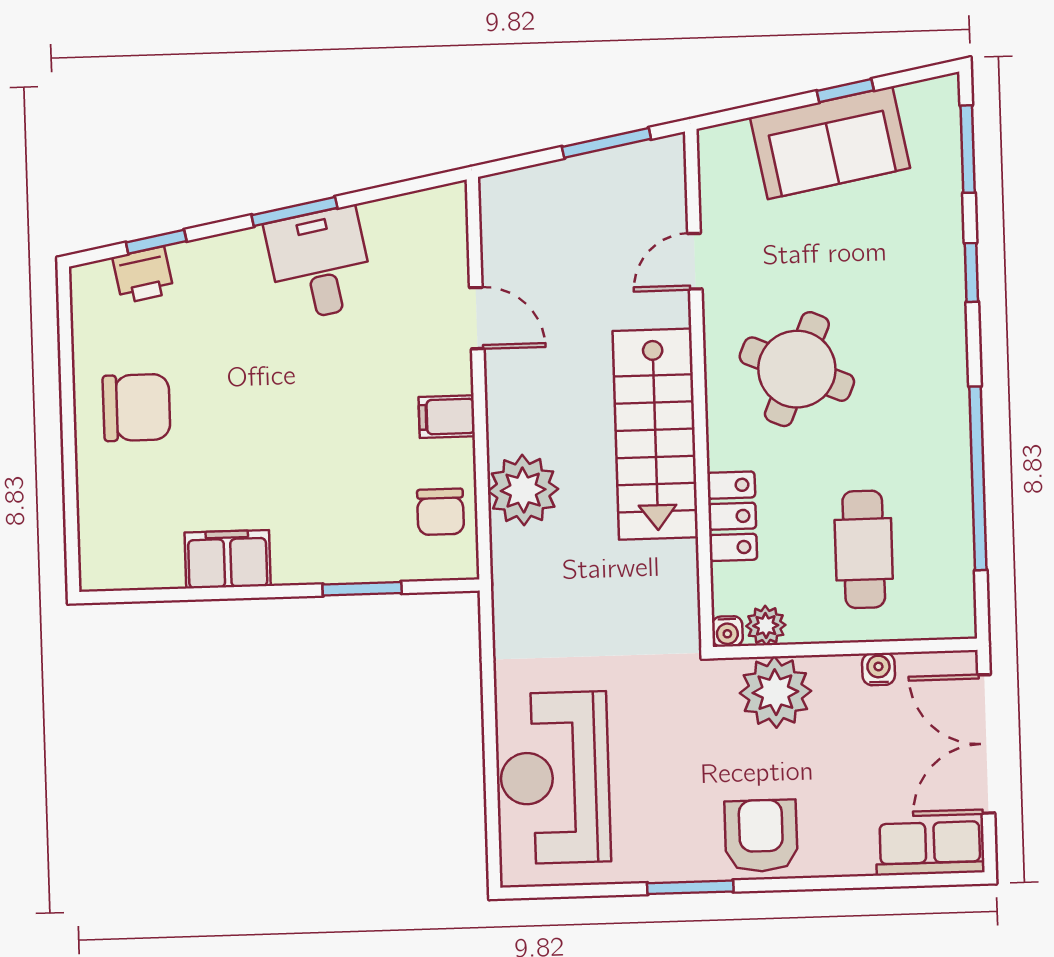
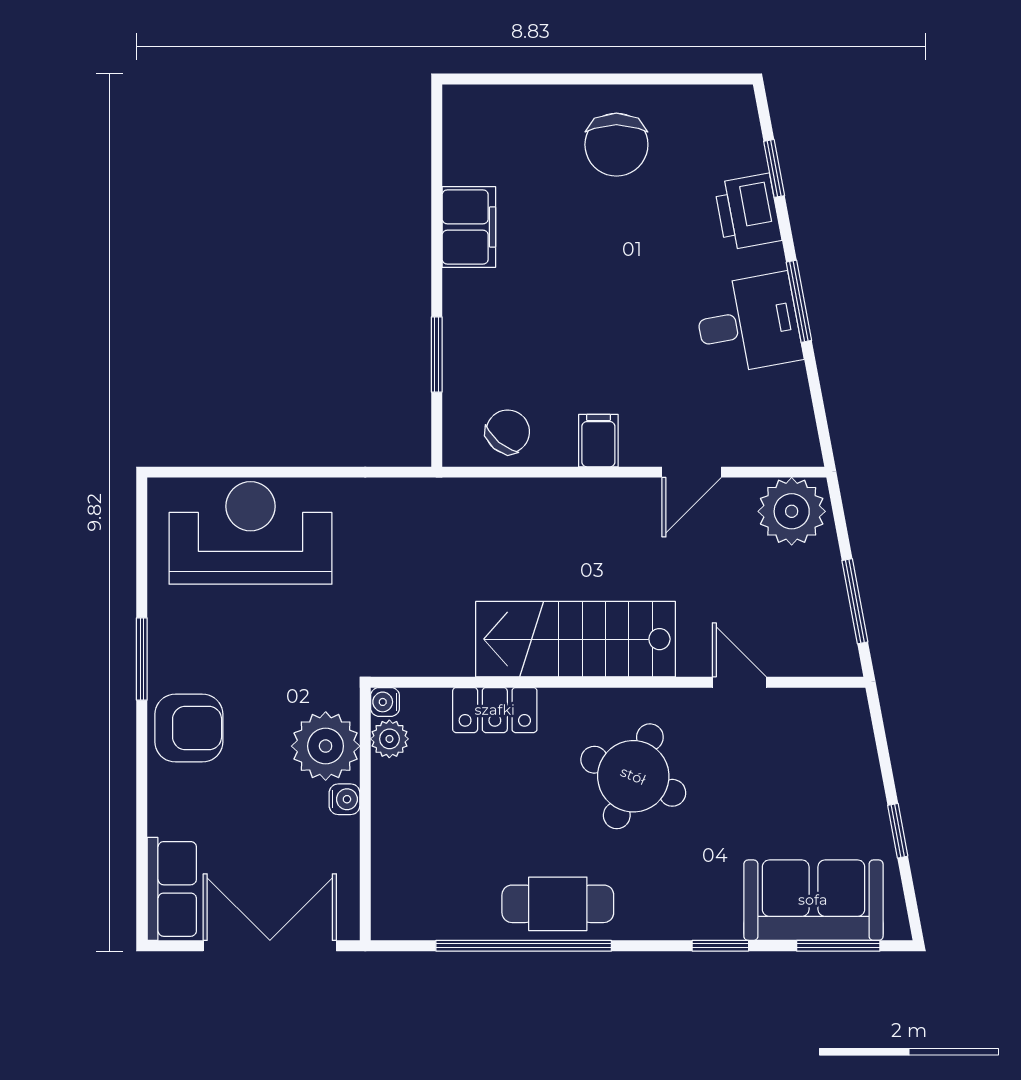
sofa: (830, 143) -> (813, 900), moved, turned 101
printer: (143, 275) -> (748, 212), moved, width x1.36, depth x1.24
plant: (523, 490) -> (792, 511), moved
chair: (441, 512) -> (508, 432), turned 130
cafe table: (864, 549) -> (558, 904), moved
water cooler: (879, 669) -> (344, 799), moved

